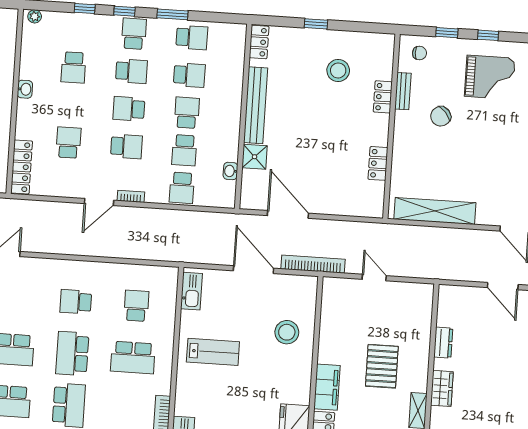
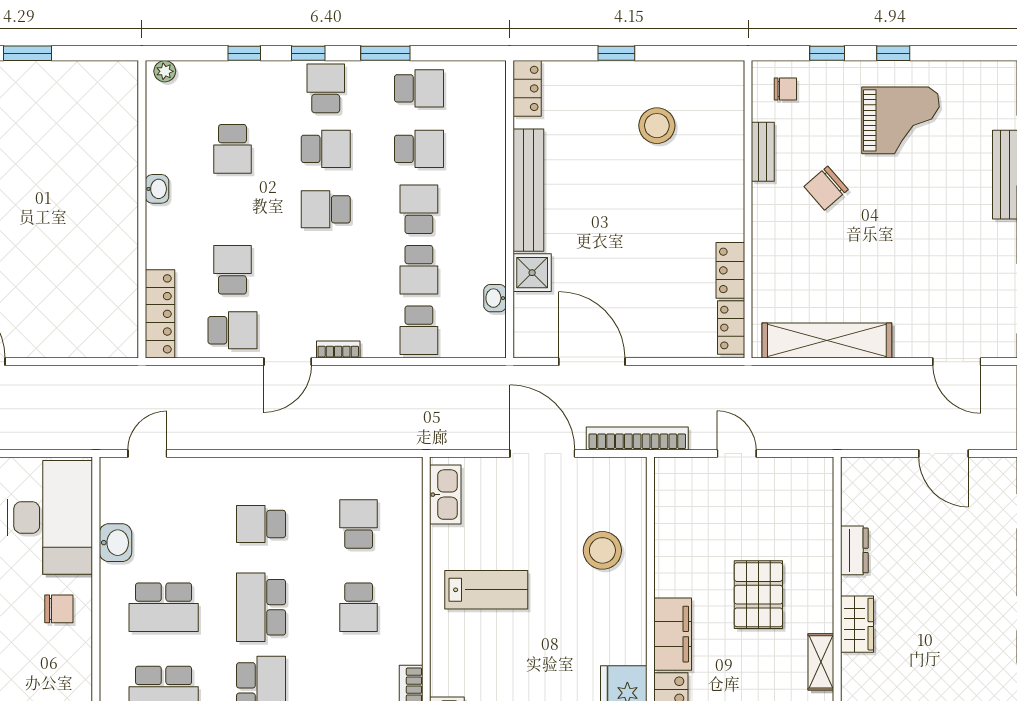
locker: (383, 97) -> (731, 328), moved
school desk: (126, 146) -> (232, 330), moved
school desk: (133, 357) -> (359, 607), width x0.54

